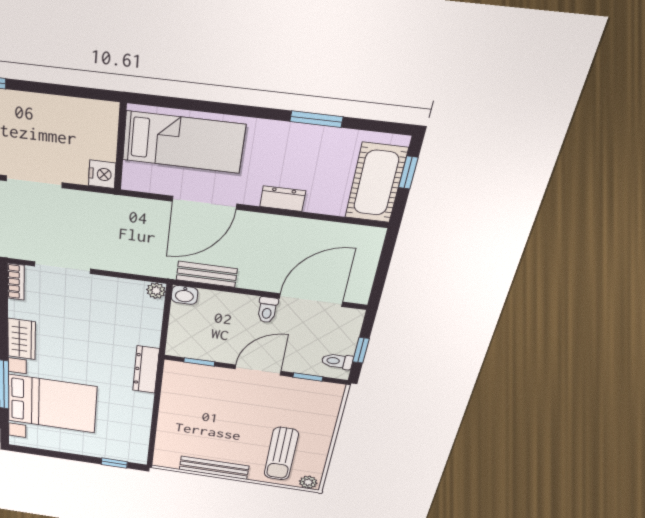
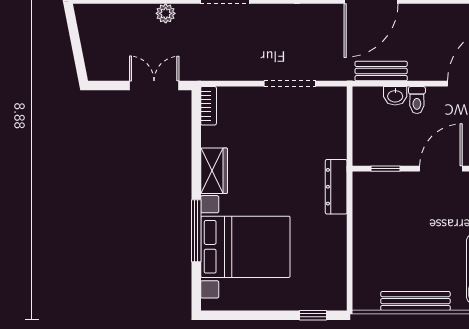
doorway: (63, 268) -> (290, 84), moved
plant: (156, 291) -> (338, 95), removed
washbasin: (184, 295) -> (395, 96), moved
toilet: (267, 310) -> (417, 100), moved

